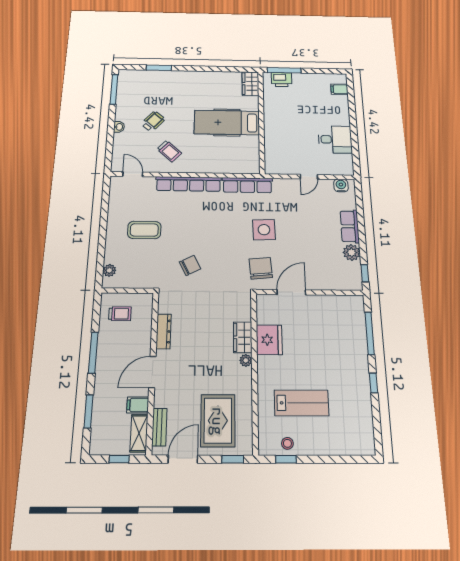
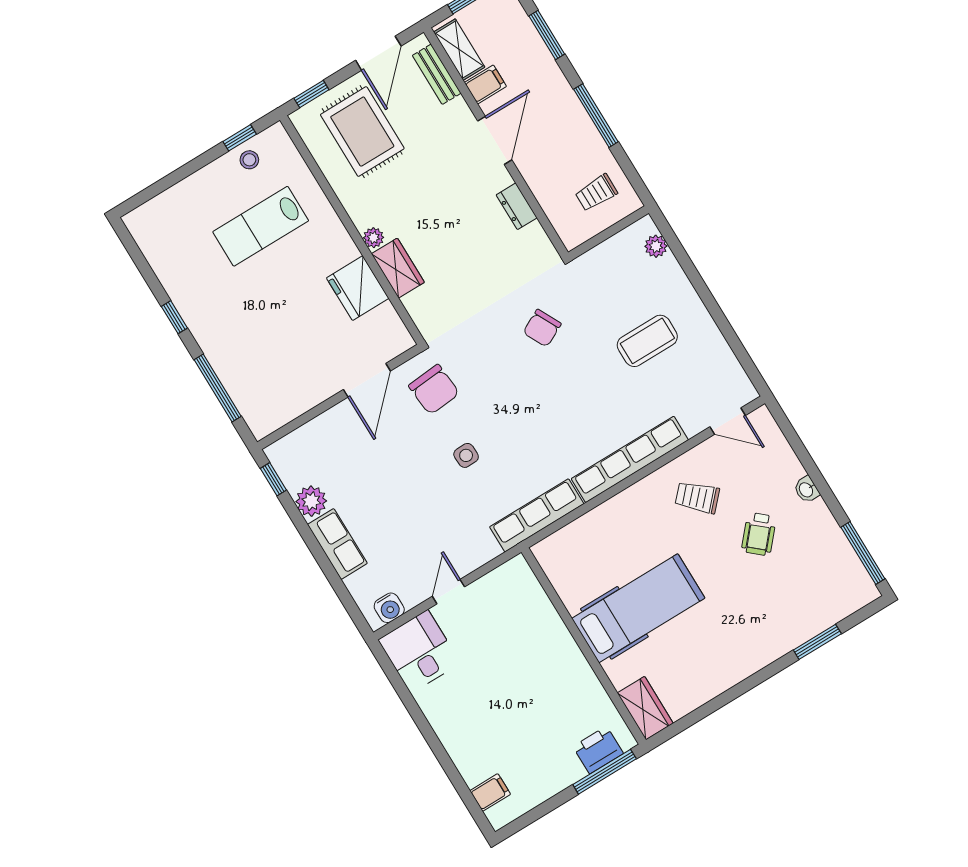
desk: (335, 139) -> (419, 651), moved, turned 90
side table: (264, 230) -> (466, 455), width x0.54, depth x0.54
dresser: (164, 331) -> (517, 206), width x0.70

